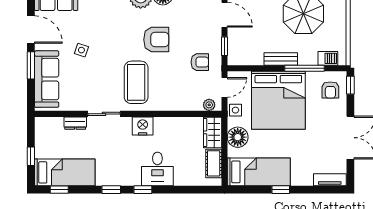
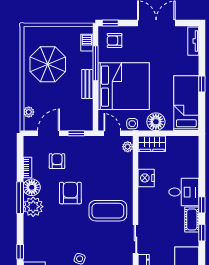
armchair: (200, 62) -> (57, 161), moved
armchair: (330, 90) -> (115, 40), turned 180
nightstand: (143, 126) -> (146, 178), moved
cot: (214, 163) -> (192, 220), moved, turned 90

